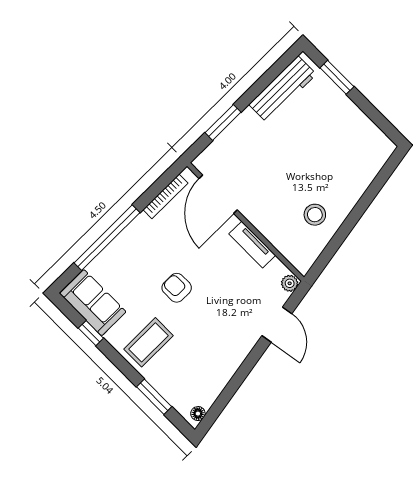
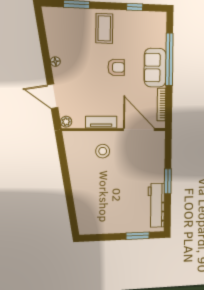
window: (223, 122) -> (168, 181), moved
stool: (315, 215) -> (103, 151), moved
sofa: (93, 303) -> (155, 68), moved, turned 90
floor lamp: (198, 414) -> (55, 62), moved

